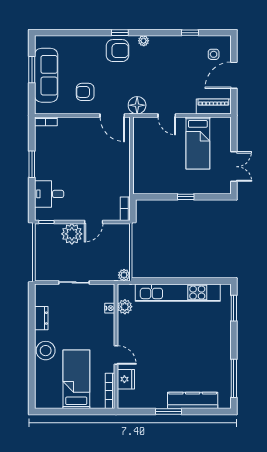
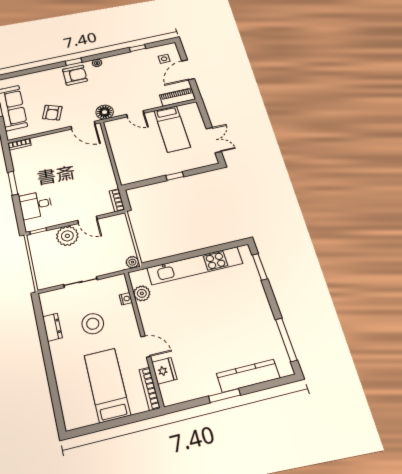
armchair: (85, 92) -> (52, 113), turned -69
door: (94, 222) -> (87, 220), hinge flipped
stool: (46, 351) -> (93, 324), moved

